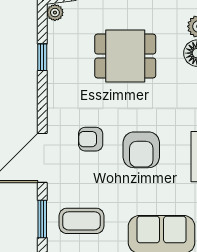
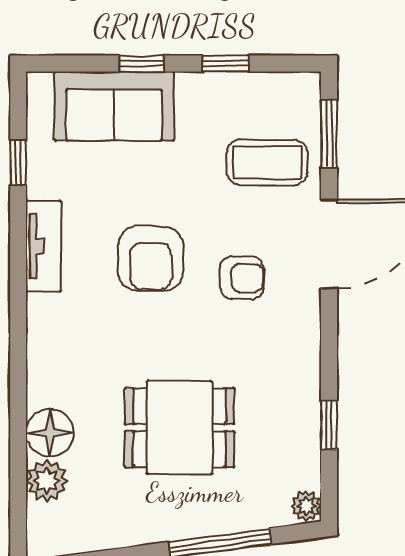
armchair: (141, 150) -> (151, 259), turned 180
coffee table: (81, 221) -> (267, 163), moved

